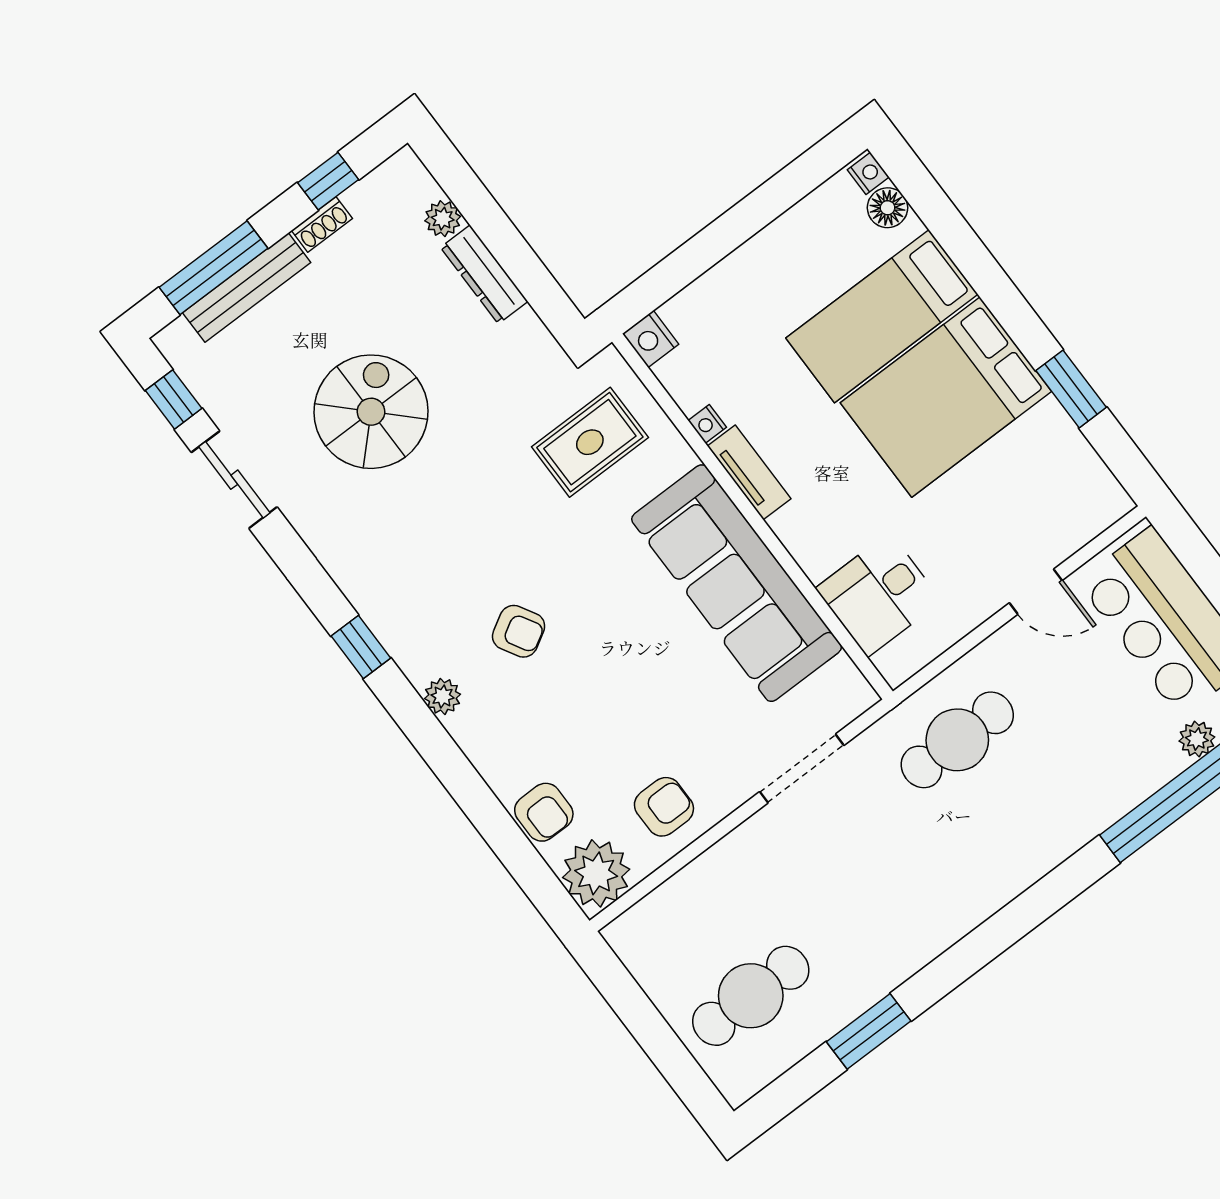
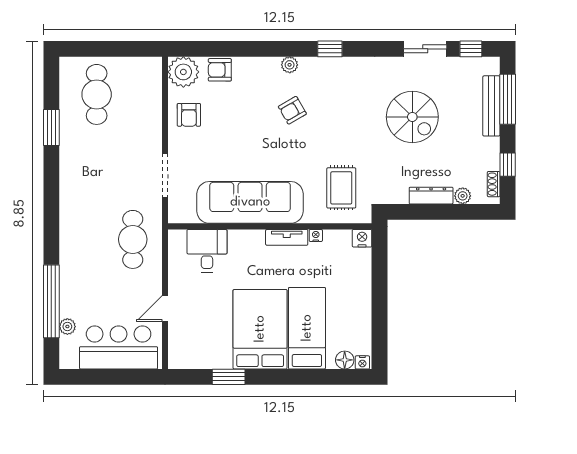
shoe rack: (322, 224) -> (494, 184), moved

